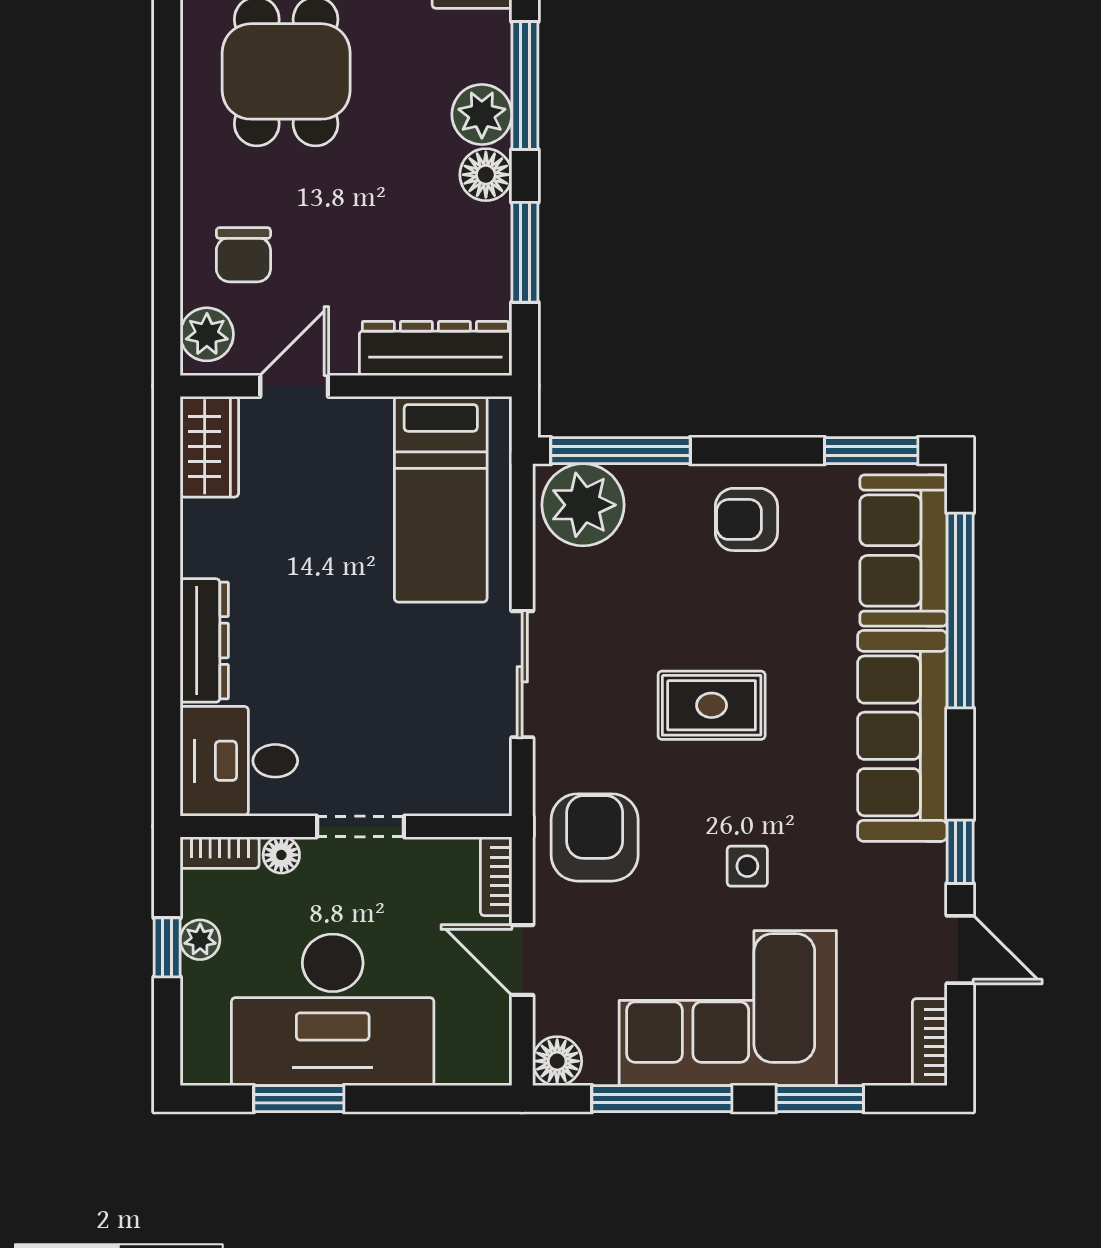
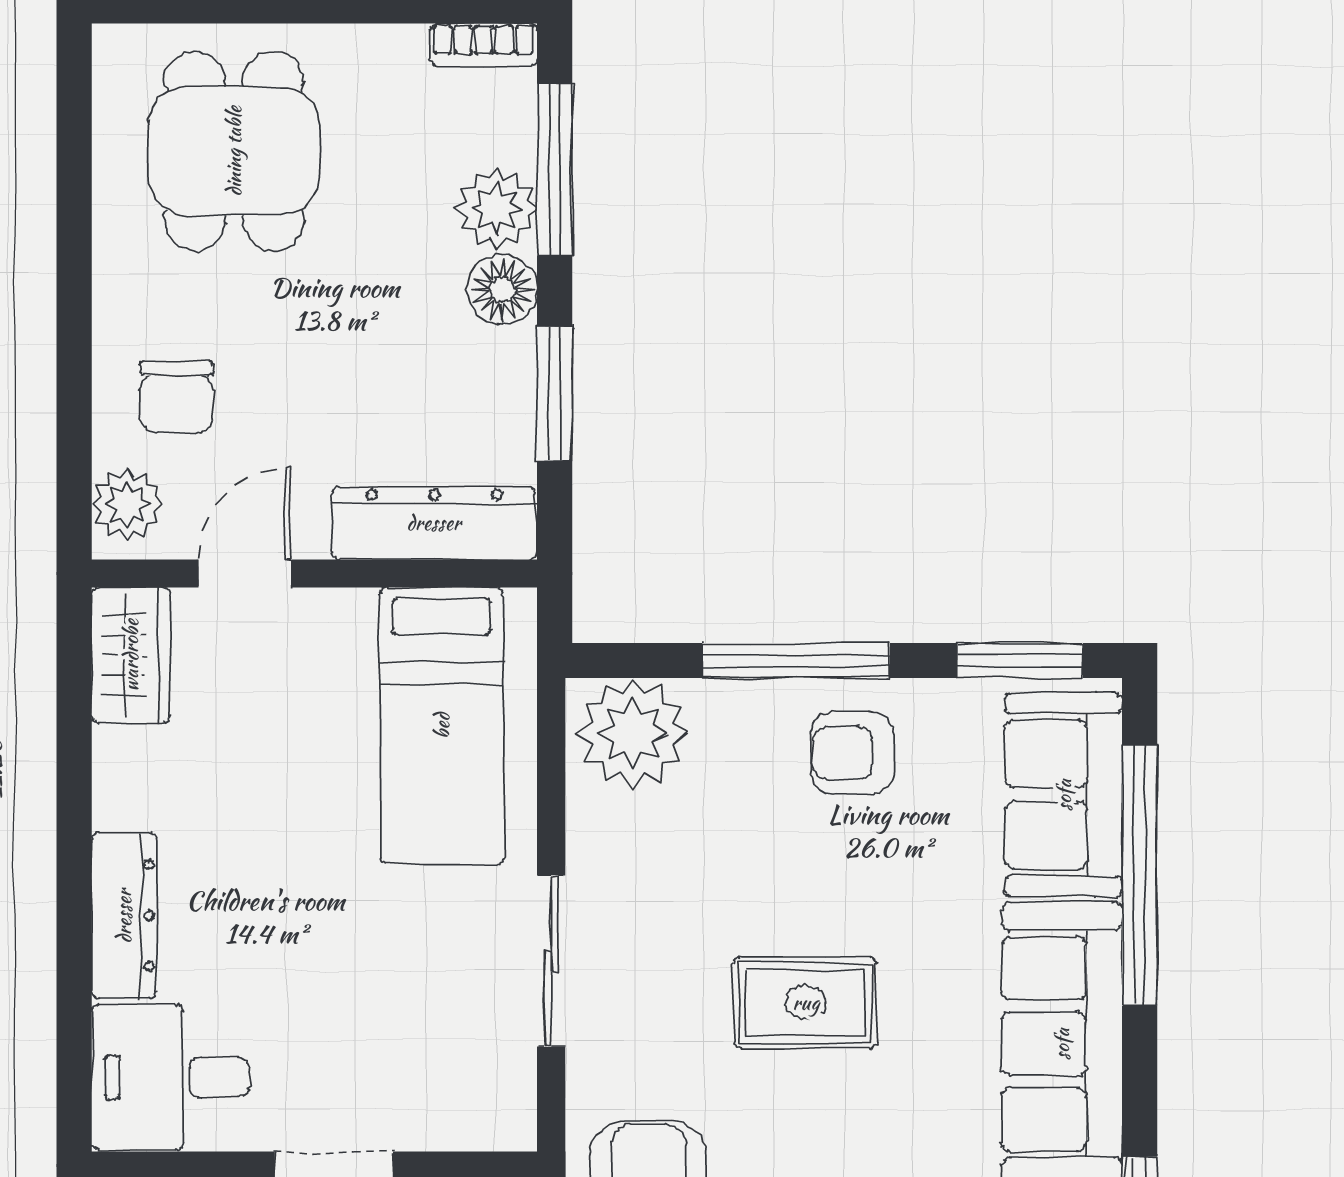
window: (621, 451) -> (796, 661), moved

